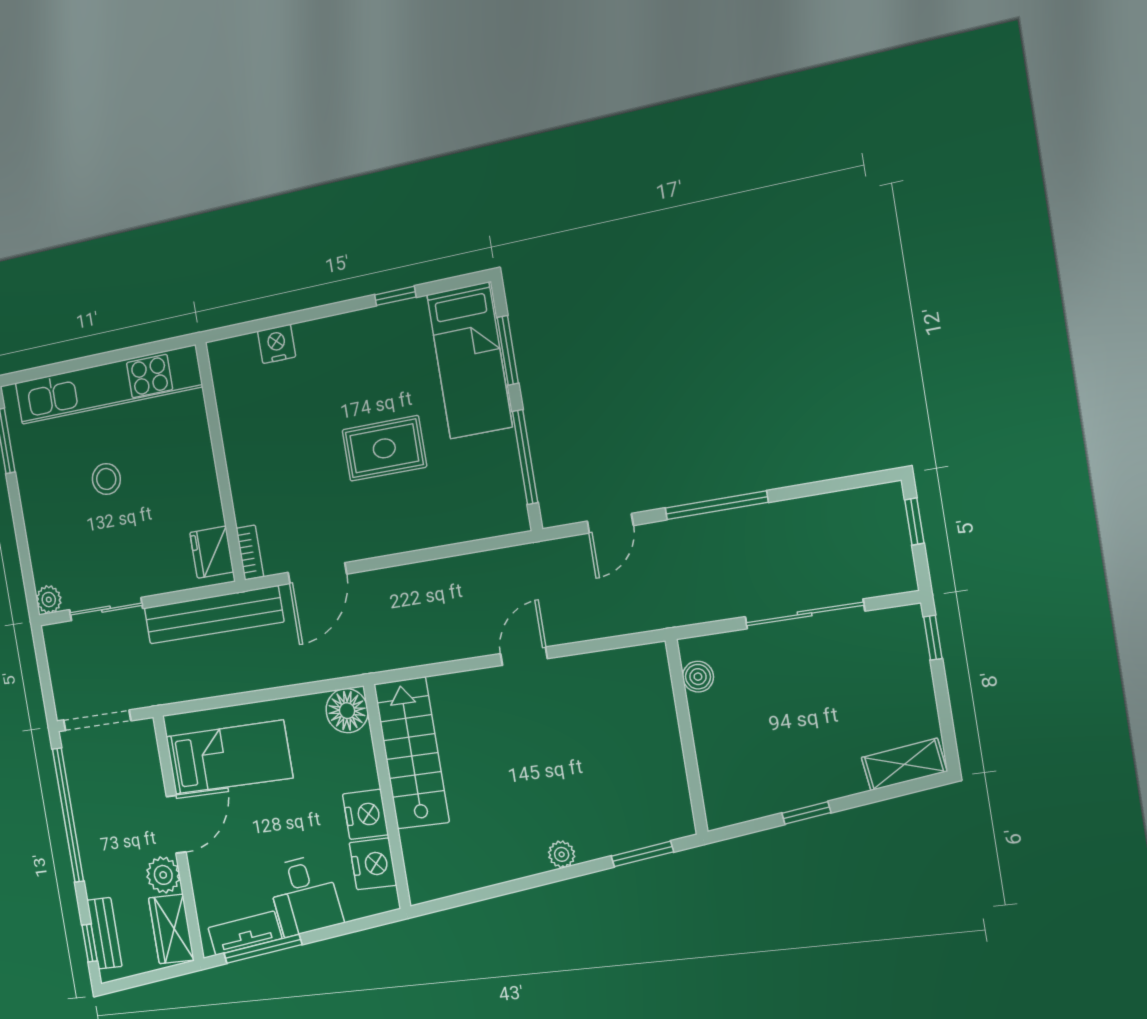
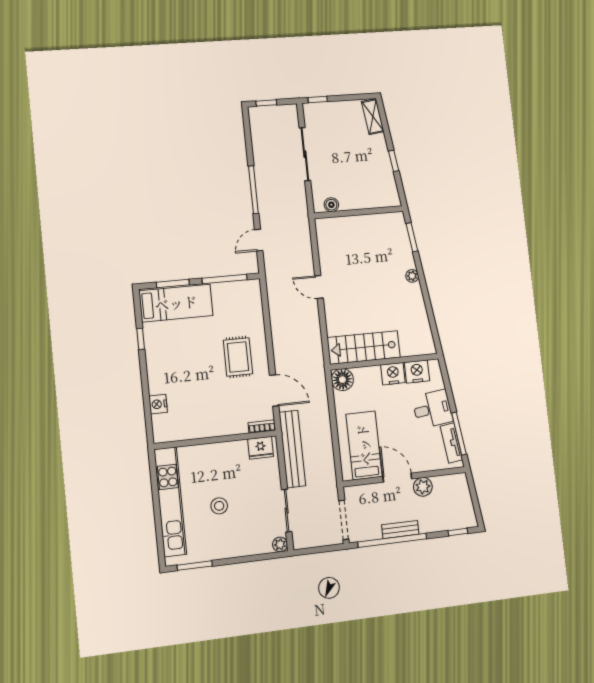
rug: (384, 448) -> (238, 357), moved
door: (610, 523) -> (259, 240), swing flipped
wardrobe: (171, 929) -> (450, 484), removed
bench: (104, 933) -> (400, 530), moved

